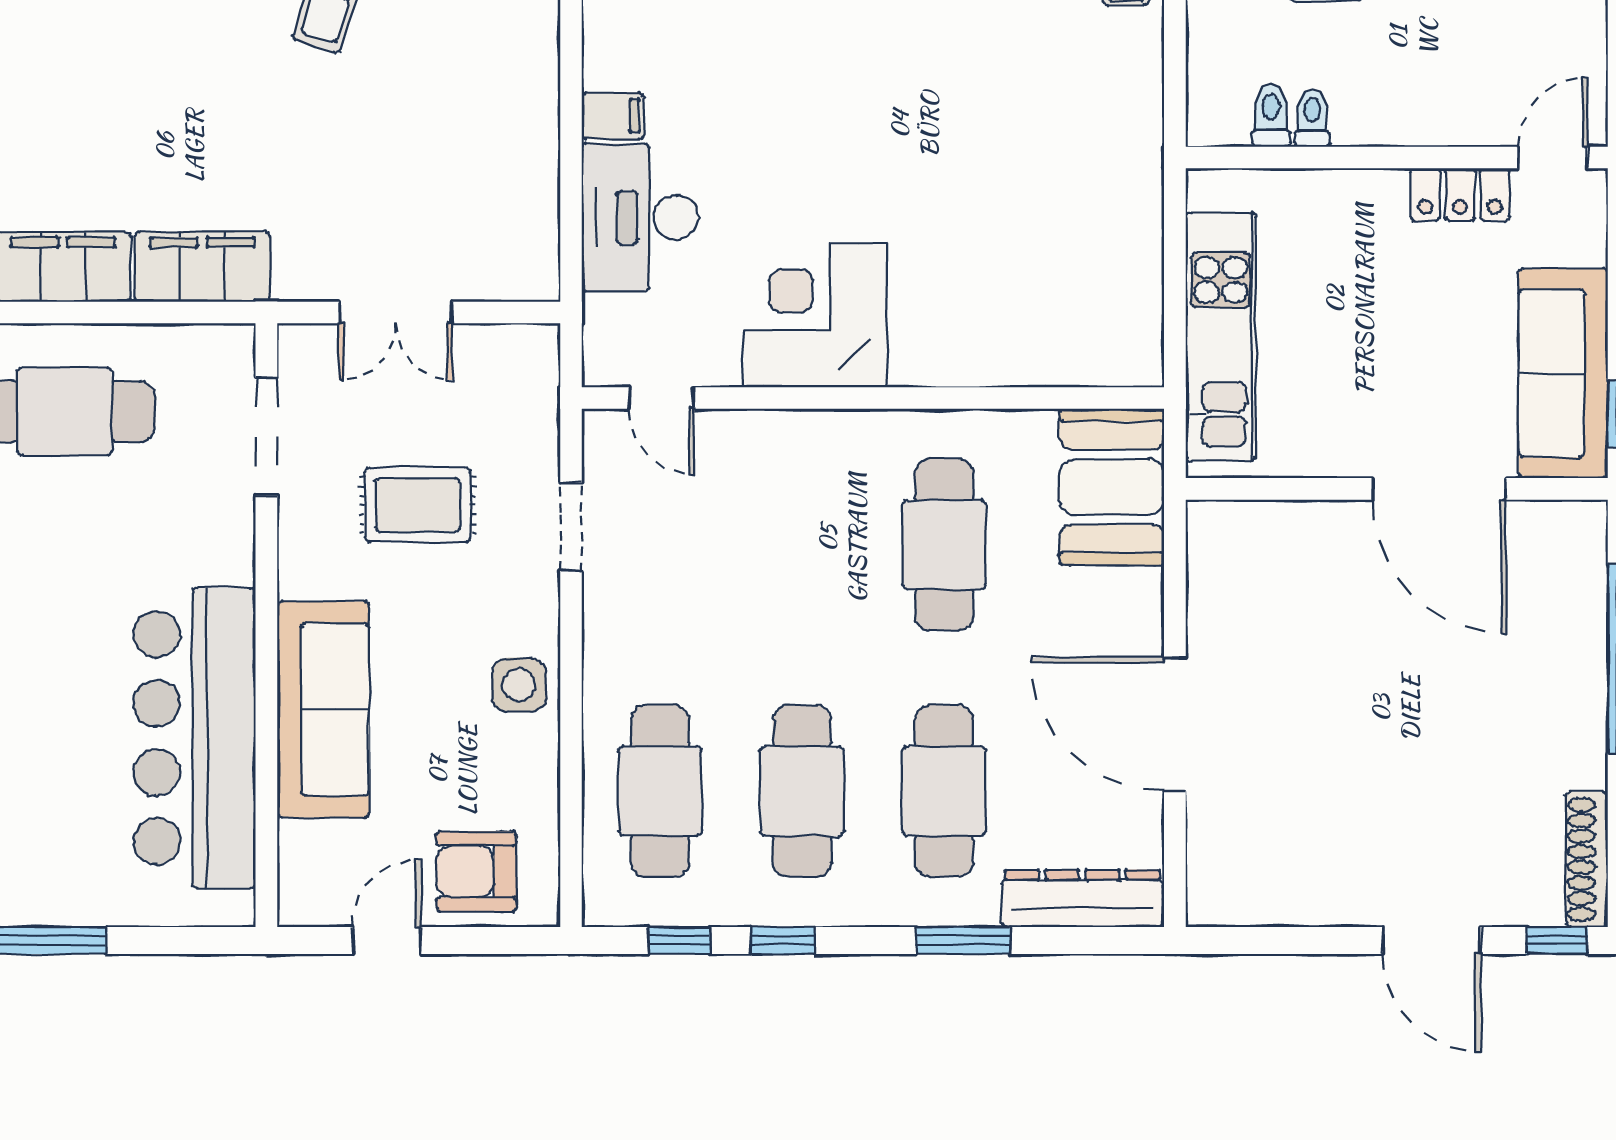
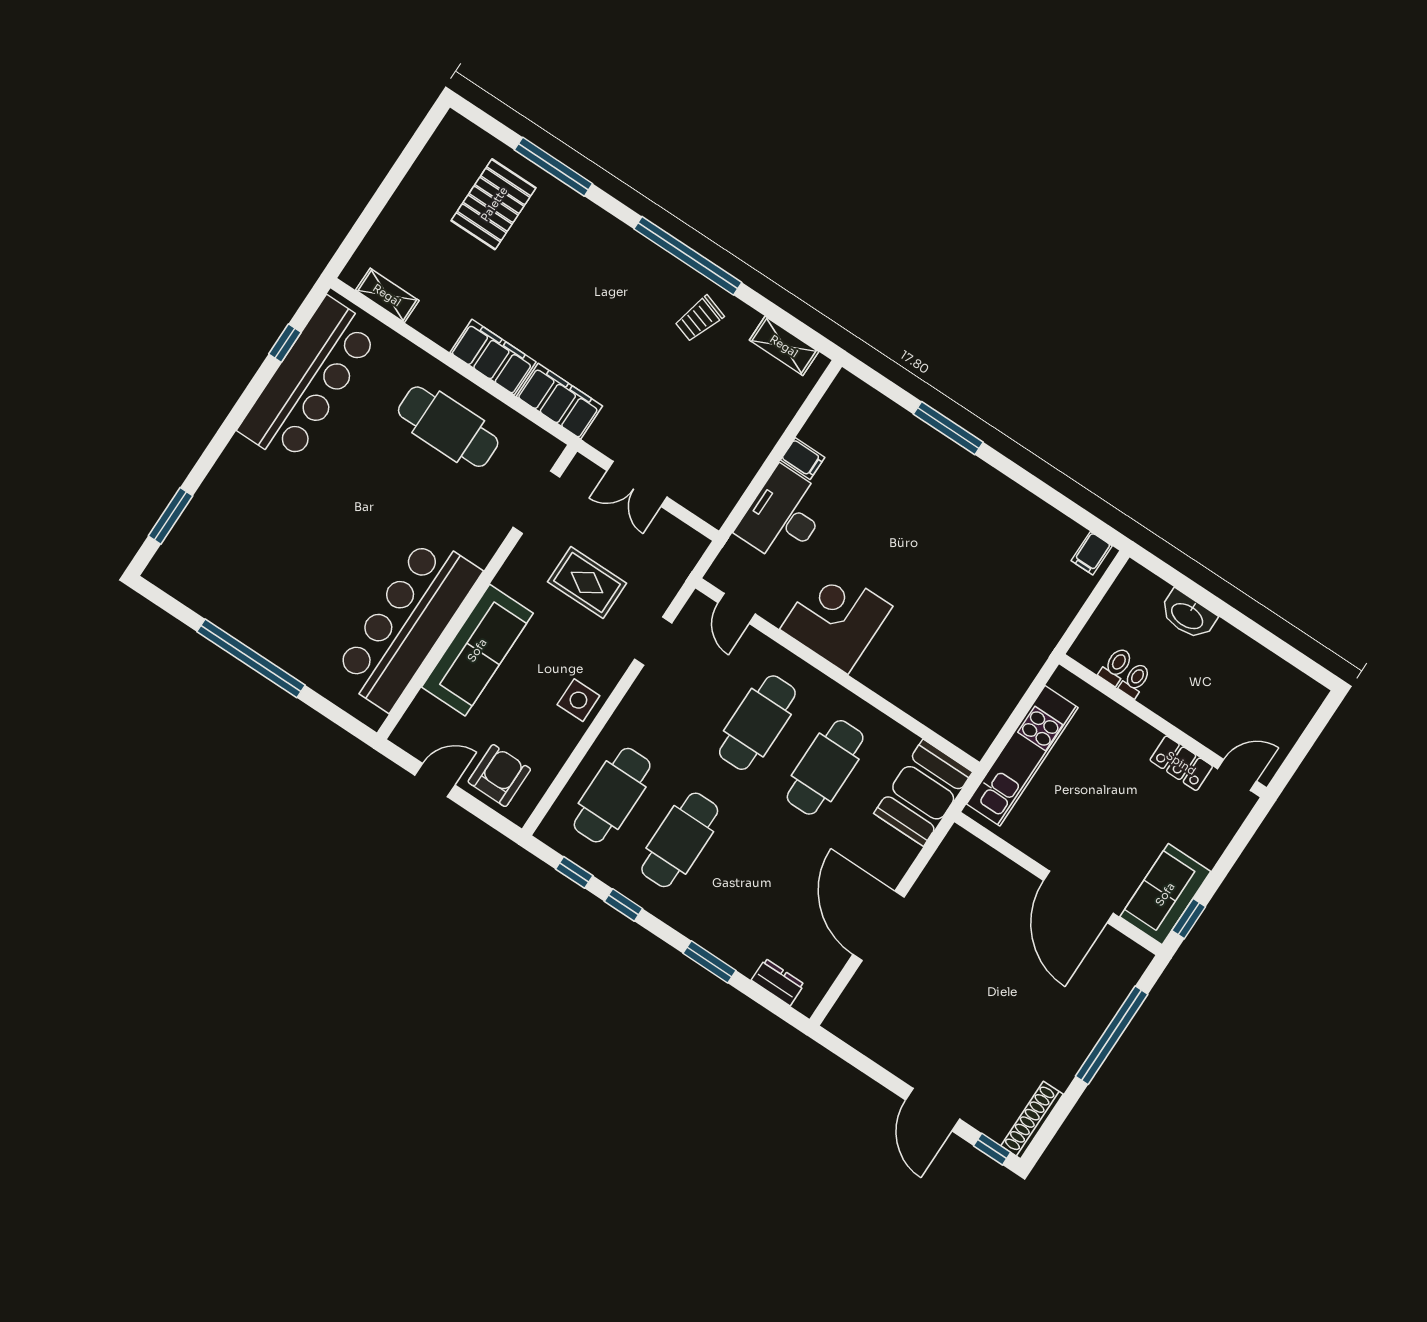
sofa: (1563, 373) -> (1165, 894), width x0.73
cafe table: (944, 791) -> (757, 723), moved
armchair: (476, 871) -> (499, 776), turned 90
dresser: (1082, 898) -> (778, 982), width x0.51, depth x0.80

